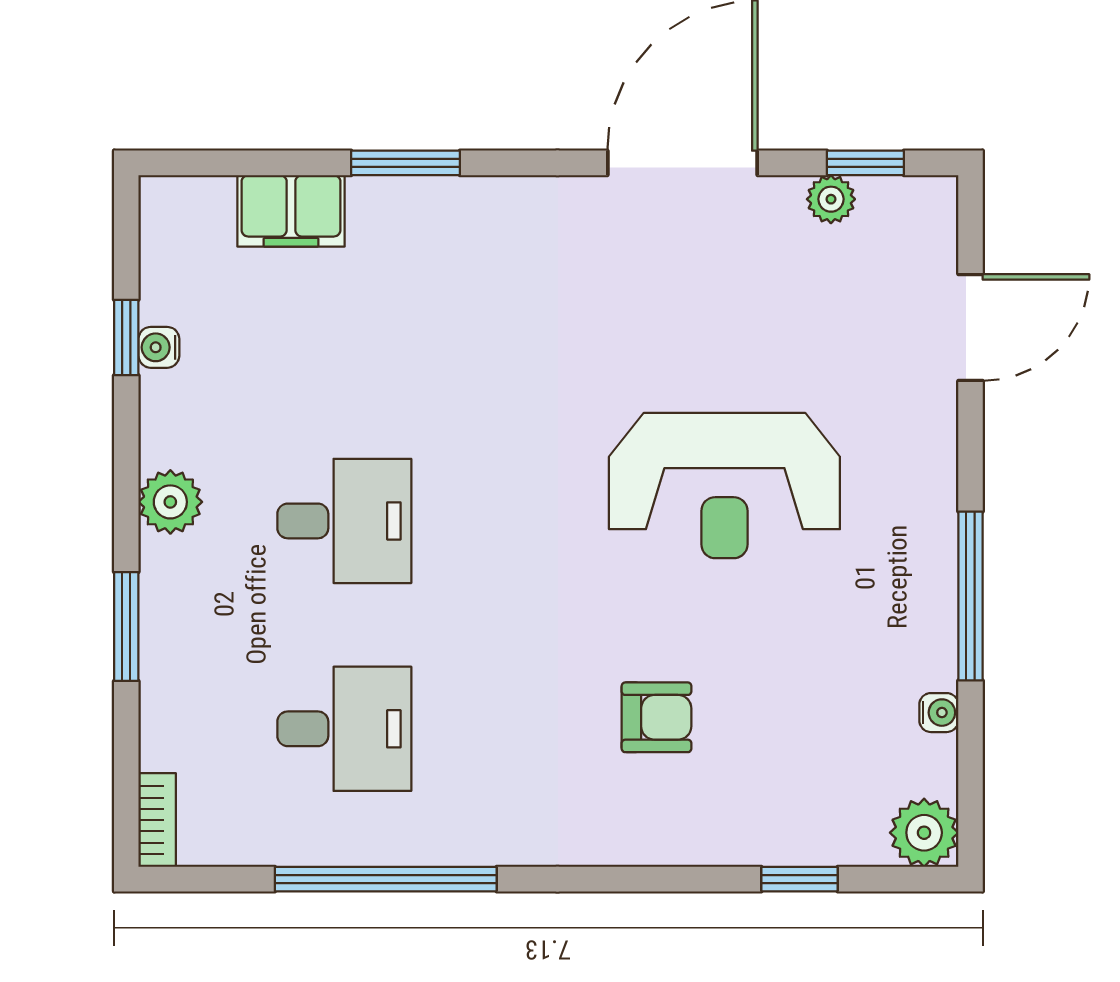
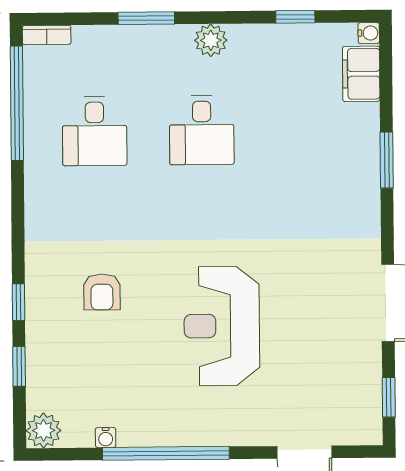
plant: (831, 199) -> (370, 380), removed
filing cabinet: (291, 211) -> (361, 74), moved
water cooler: (159, 347) -> (369, 33), moved, turned 90
window: (970, 596) -> (166, 453), width x1.46
window: (386, 879) -> (17, 103), moved
window: (675, 879) -> (19, 302), added

